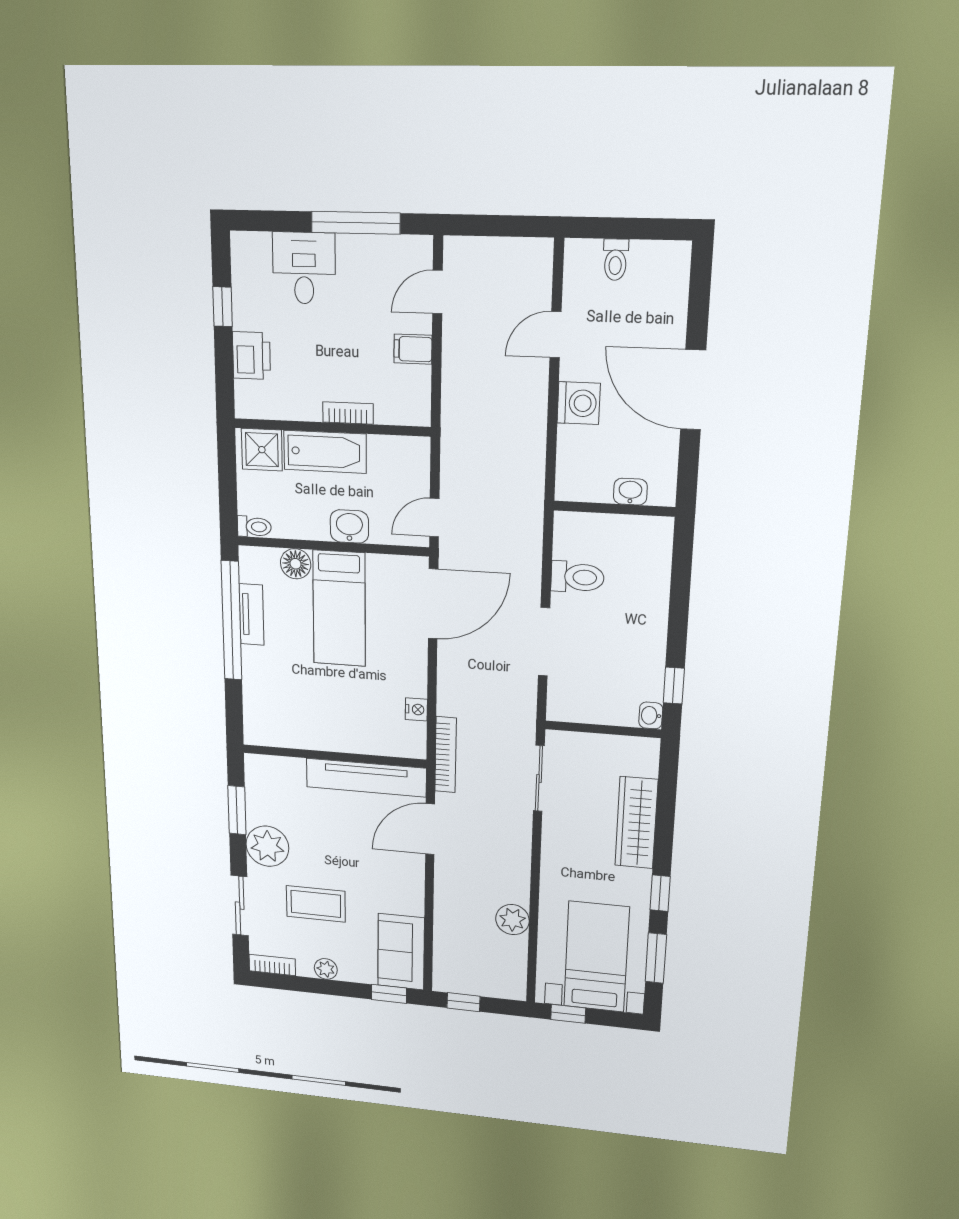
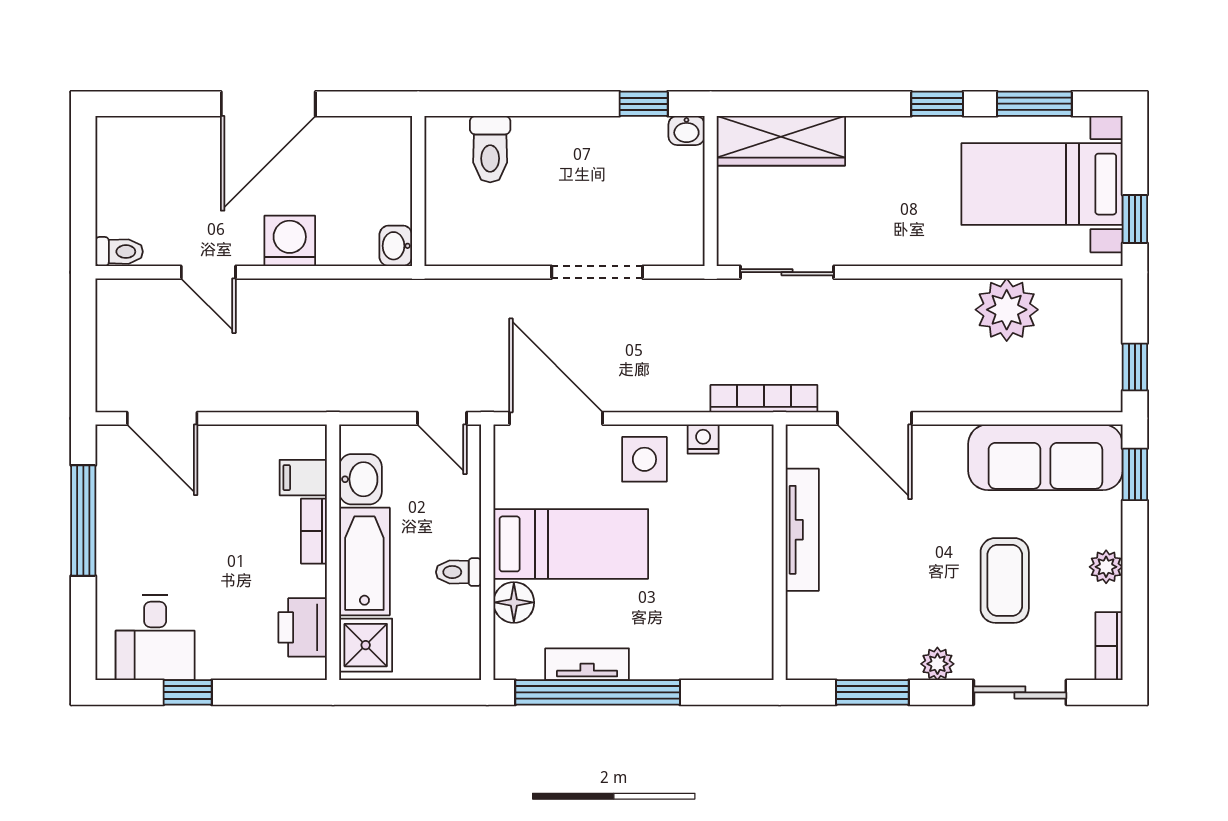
toilet: (615, 260) -> (119, 252), moved
desk: (304, 268) -> (155, 638), moved, turned -90
door: (437, 292) -> (162, 418), width x1.38
filing cabinet: (413, 349) -> (303, 478), moved, turned 90
printer: (251, 356) -> (303, 627), moved, turned -90
washbasin: (630, 492) -> (396, 246), moved
washbasin: (349, 526) -> (360, 479), moved, turned 180
toilet: (254, 527) -> (459, 572), moved, turned -90
toilet: (577, 577) -> (490, 149), moved, turned 180
side table: (402, 666) -> (644, 459), added
tv unit: (366, 778) -> (802, 530), width x0.73, depth x0.78
wardrobe: (636, 823) -> (781, 141), moved
plant: (267, 846) -> (937, 664), width x0.53, depth x0.53
plant: (512, 920) -> (1007, 310), width x1.36, depth x1.36
sofa: (401, 952) -> (1045, 457), width x1.36

